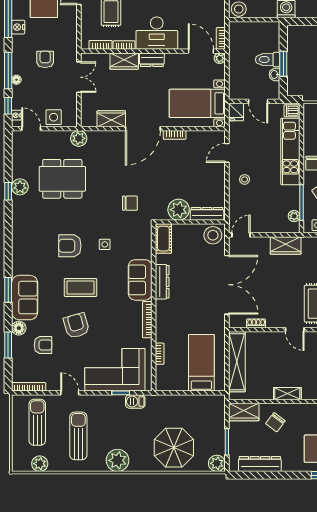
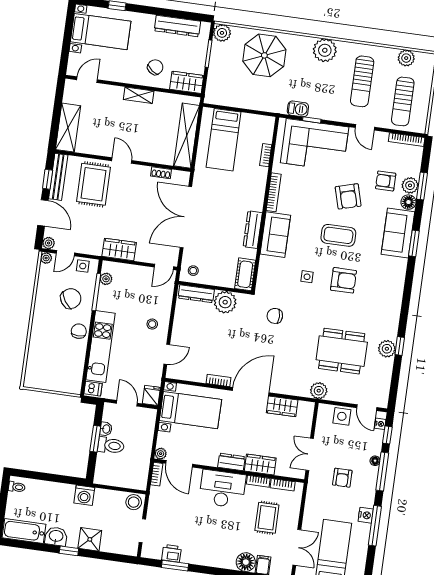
stool: (213, 235) -> (193, 271), width x0.53, depth x0.53
plant: (19, 344) -> (410, 185), added

